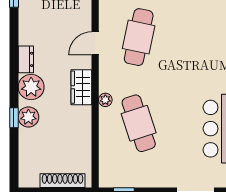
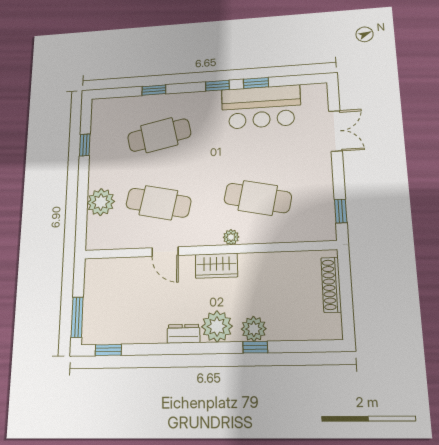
cafe table: (202, 37) -> (159, 135), added
cafe table: (139, 123) -> (258, 198), turned 30

